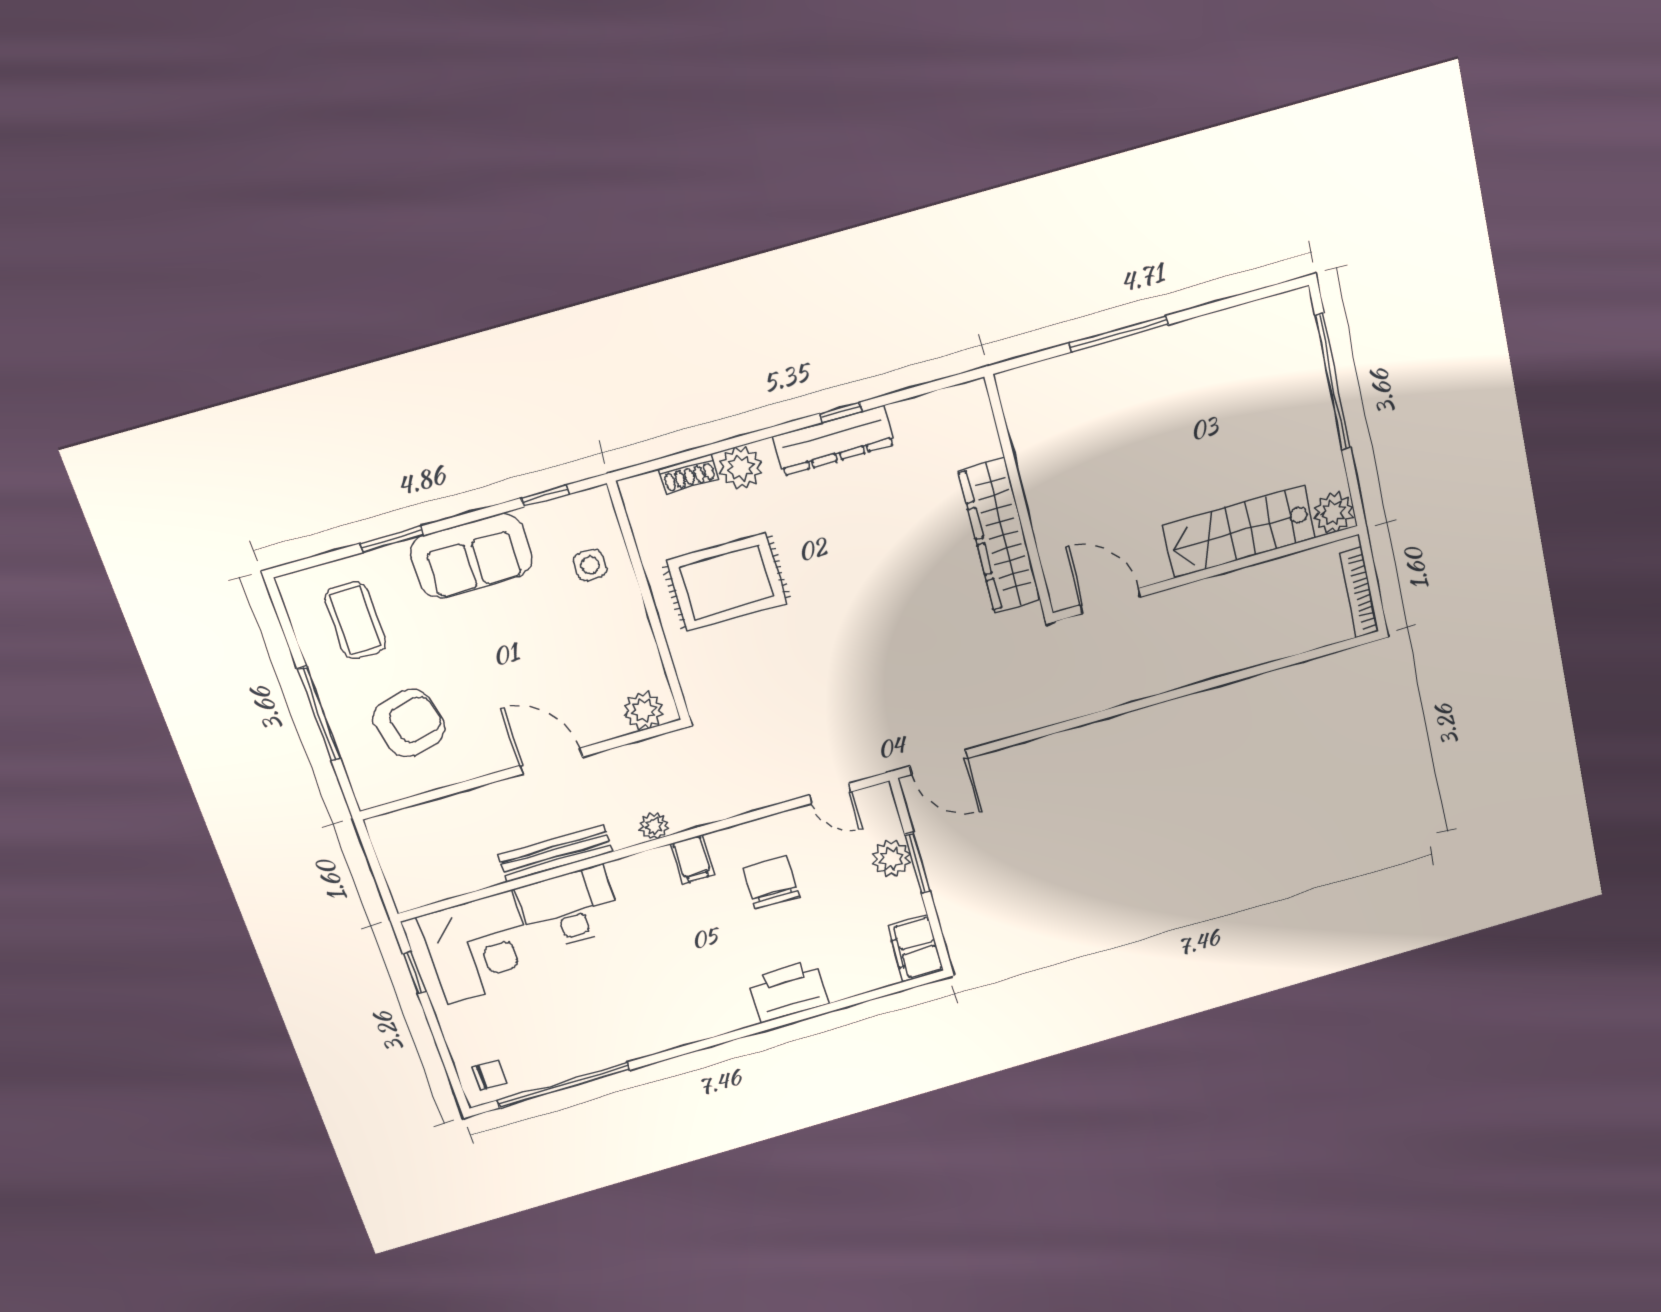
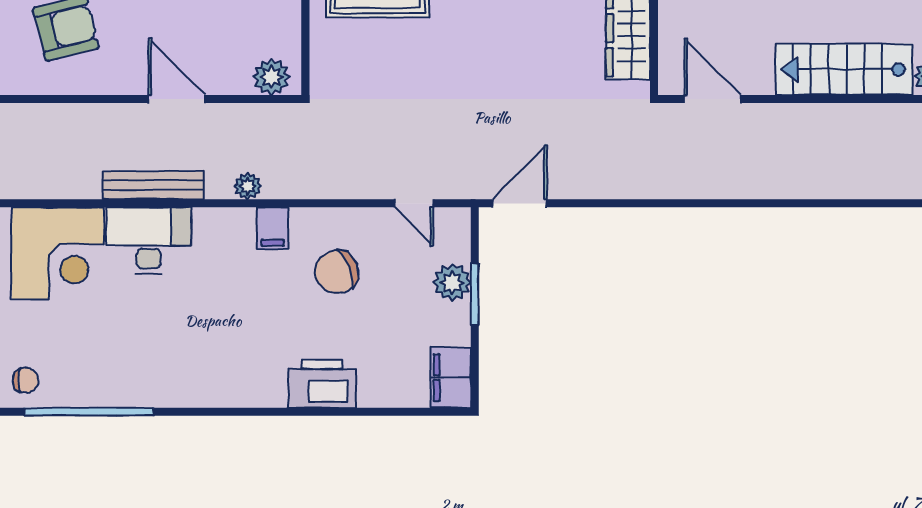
door: (939, 762) -> (520, 203), swing flipped
chair: (771, 882) -> (337, 272), turned -112

